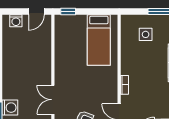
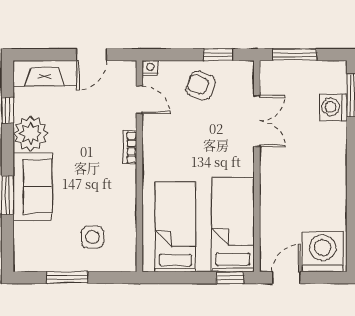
washing machine: (16, 21) -> (323, 252), width x1.89, depth x1.89
bed: (66, 41) -> (233, 225), added

